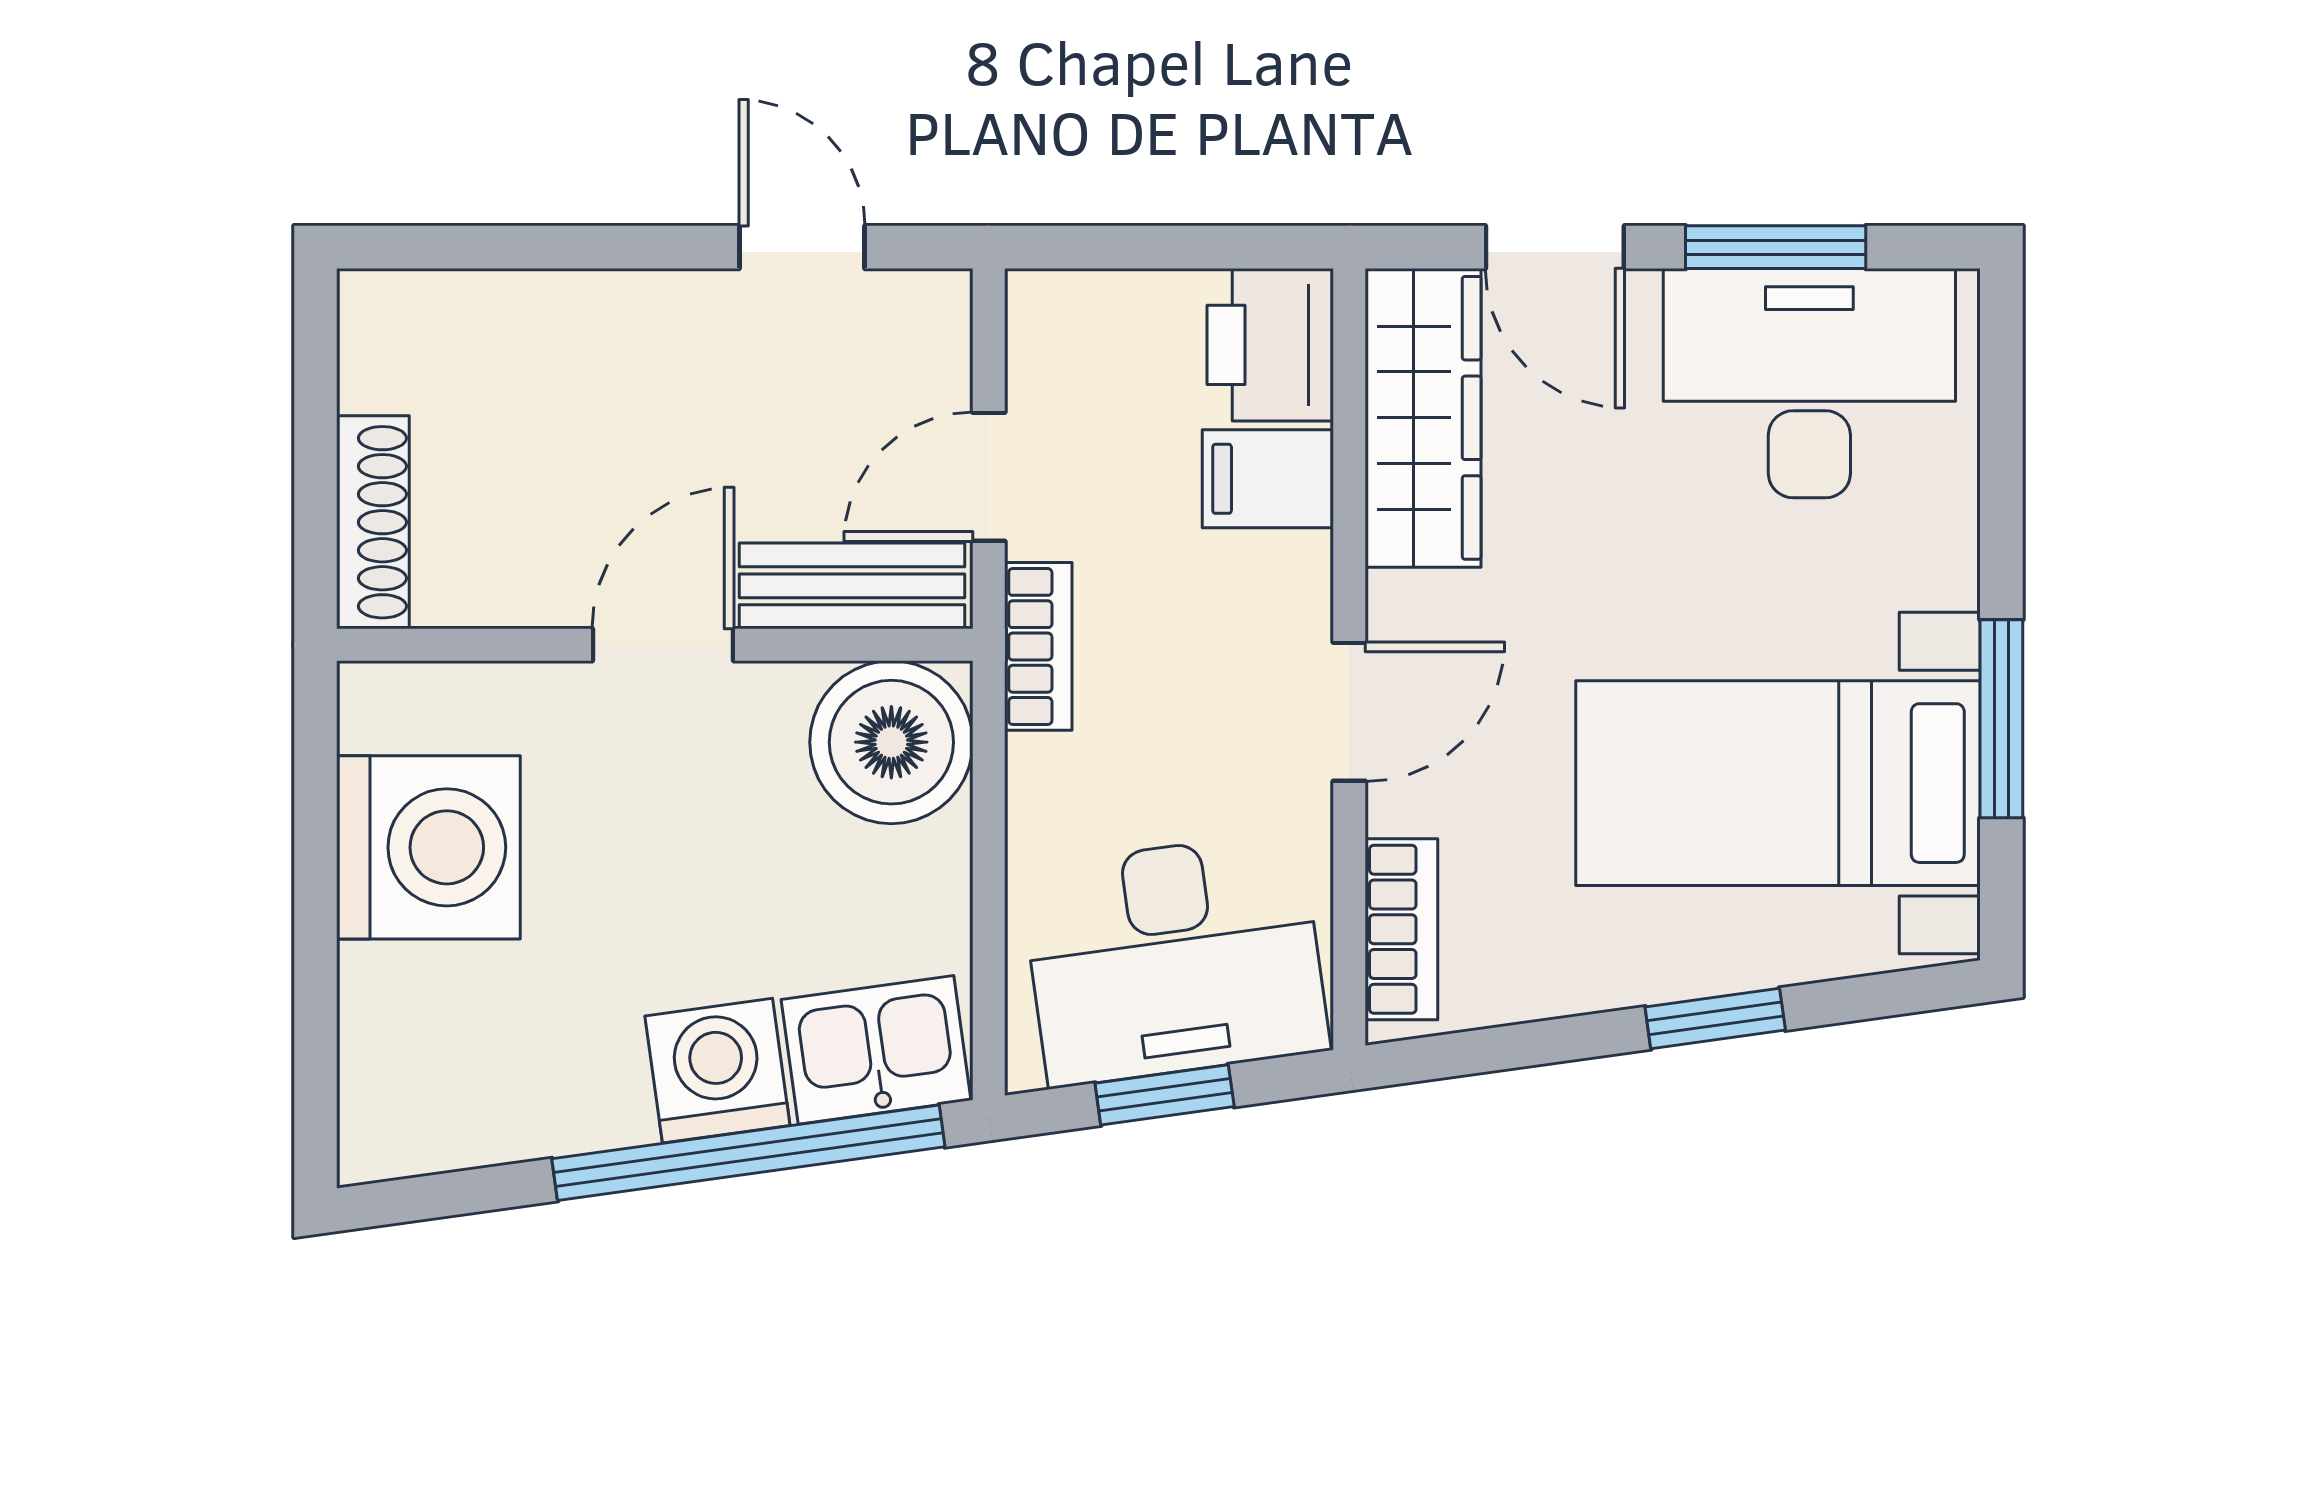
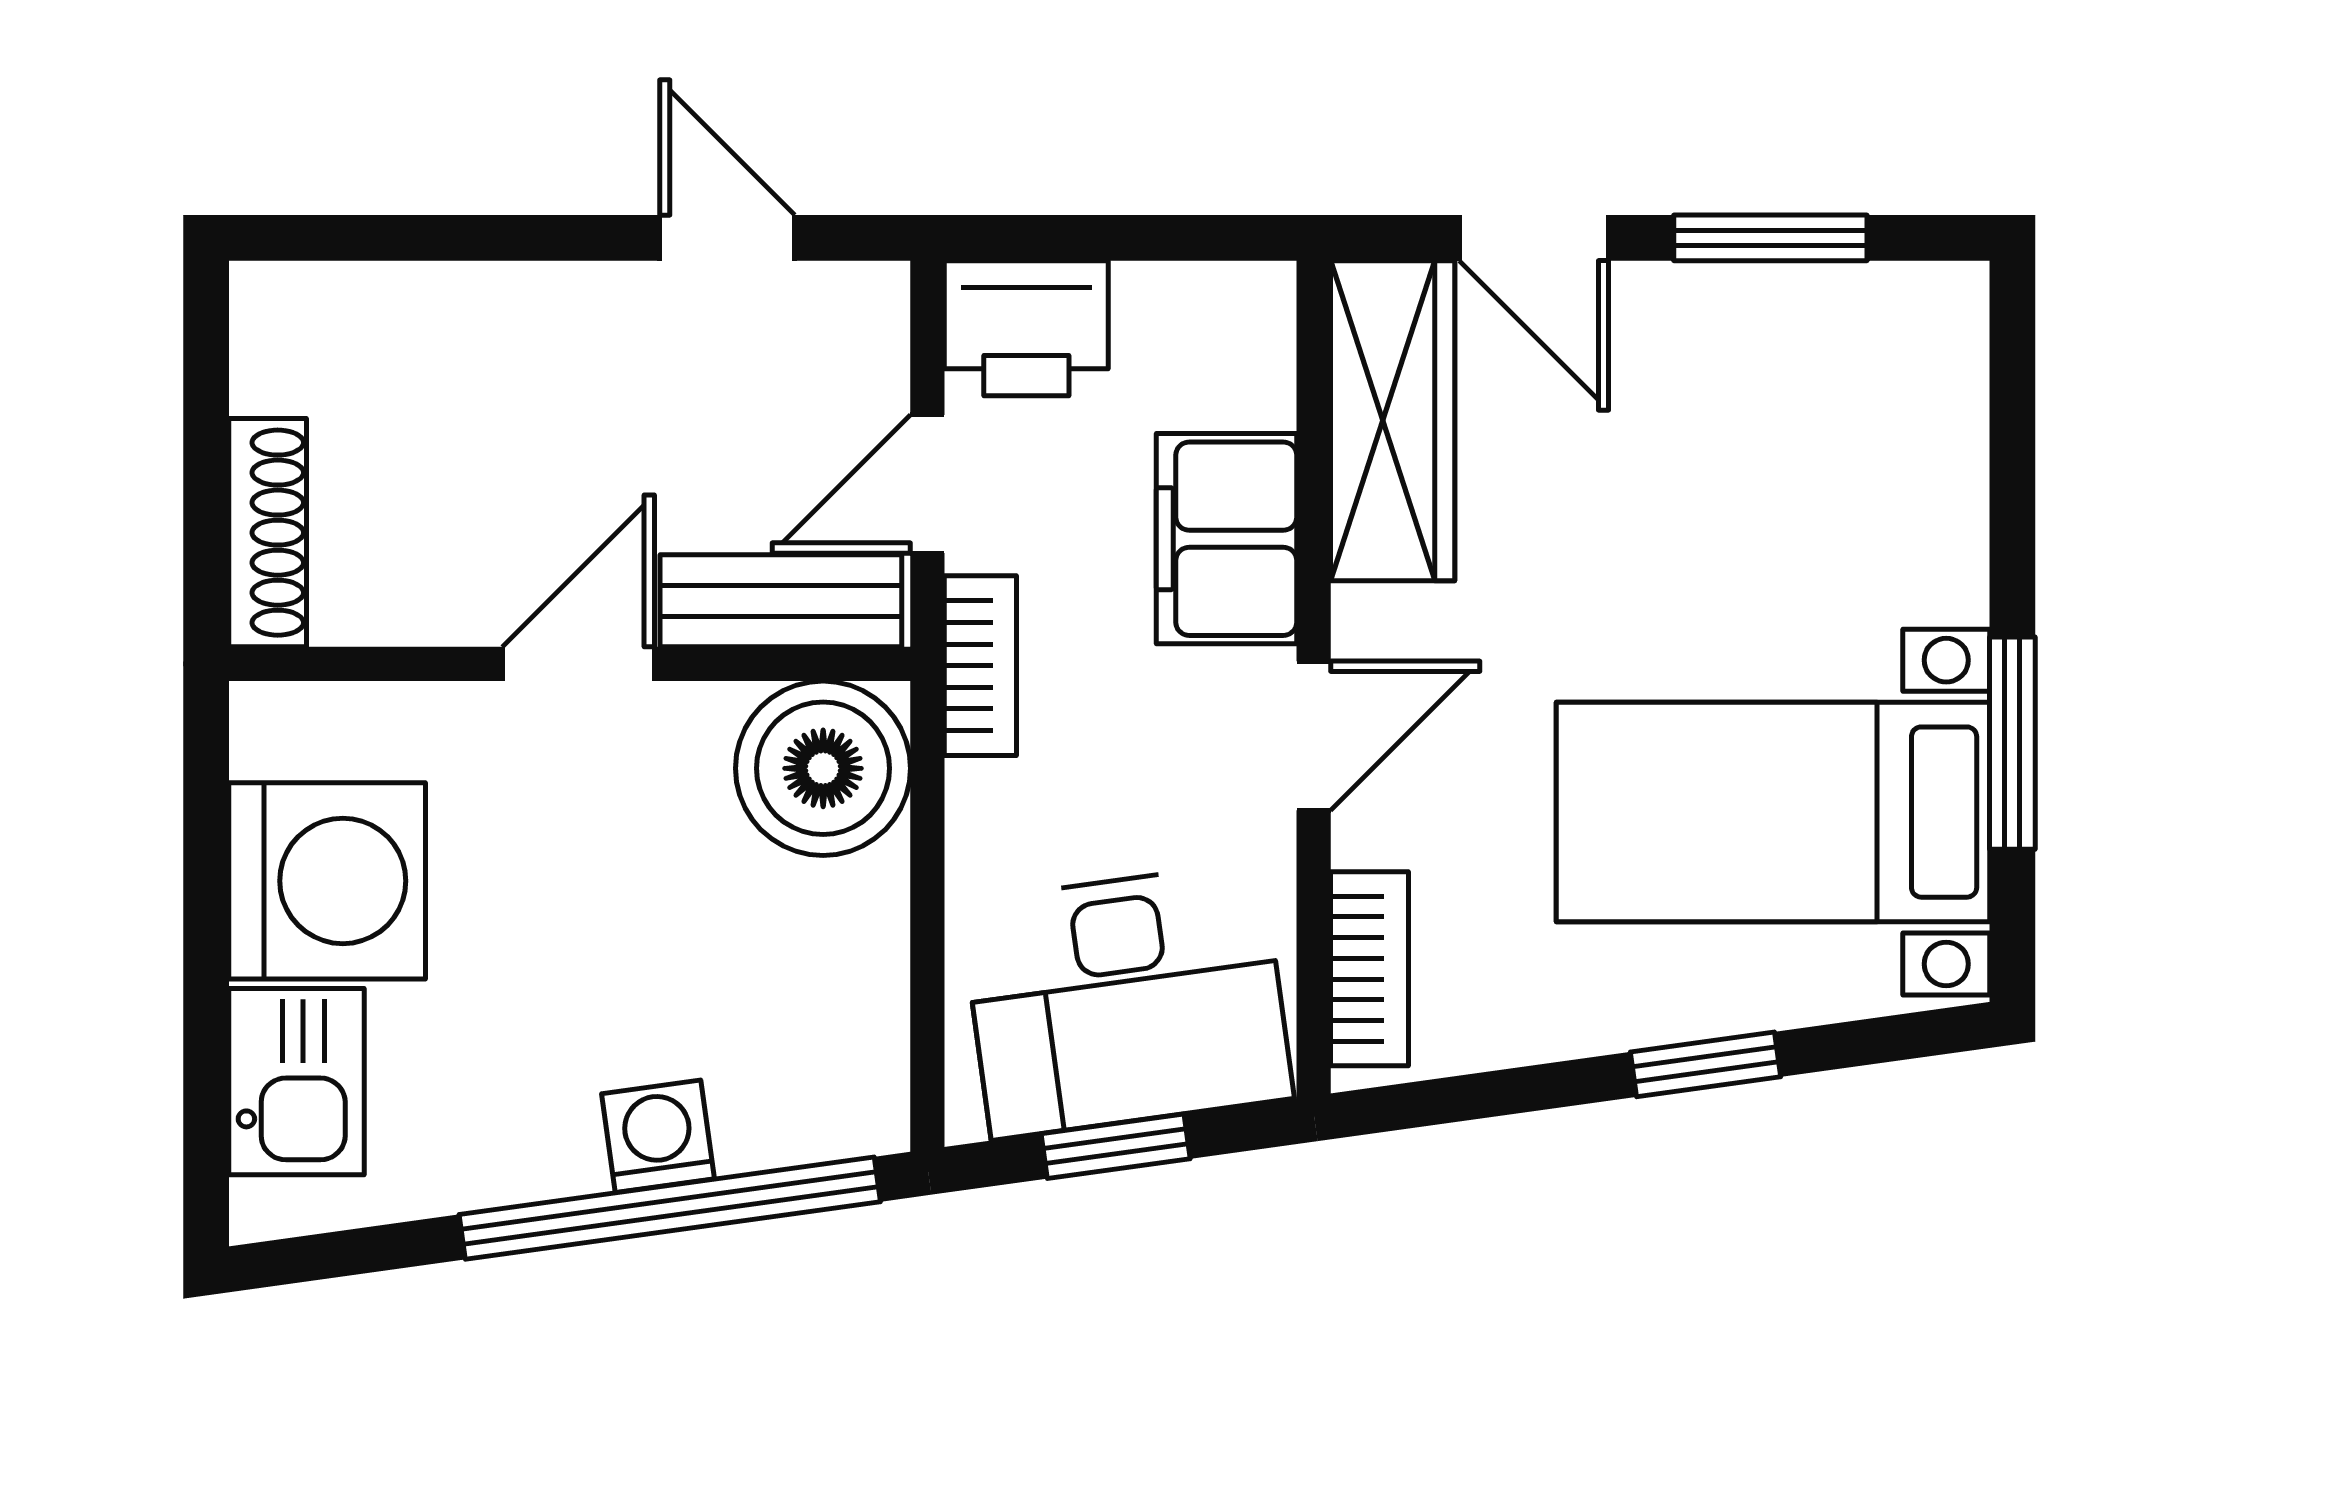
printer: (1270, 345) -> (1026, 328), moved, turned -90
desk: (1809, 383) -> (1807, 384), removed
filing cabinet: (1268, 479) -> (1226, 539), width x2.00
kitchen sink: (876, 1050) -> (296, 1082), moved, turned 98
washing machine: (717, 1071) -> (658, 1136), width x0.73, depth x0.73

